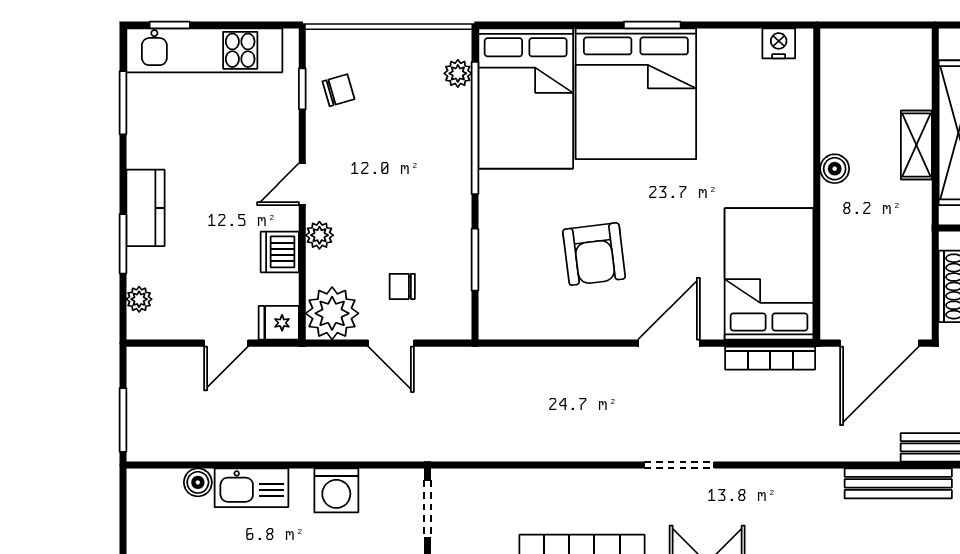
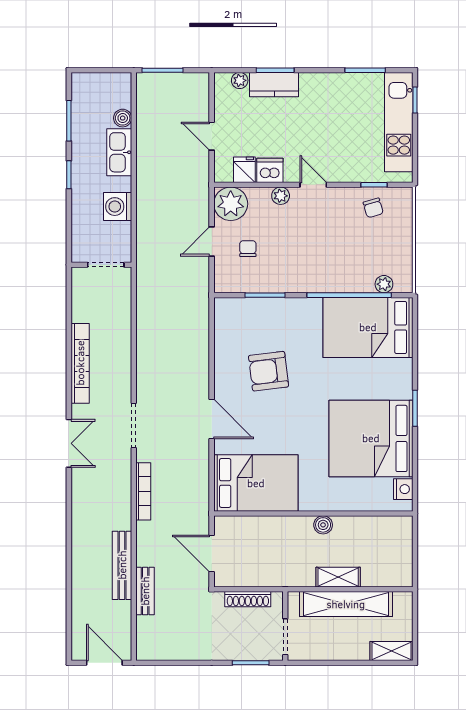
bed: (636, 94) -> (371, 438), moved
kitchen counter: (145, 208) -> (274, 85), moved
fridge: (279, 323) -> (244, 170), moved
door: (879, 343) -> (212, 553), width x0.73
bookcase: (770, 358) -> (143, 491), moved, turned 180

